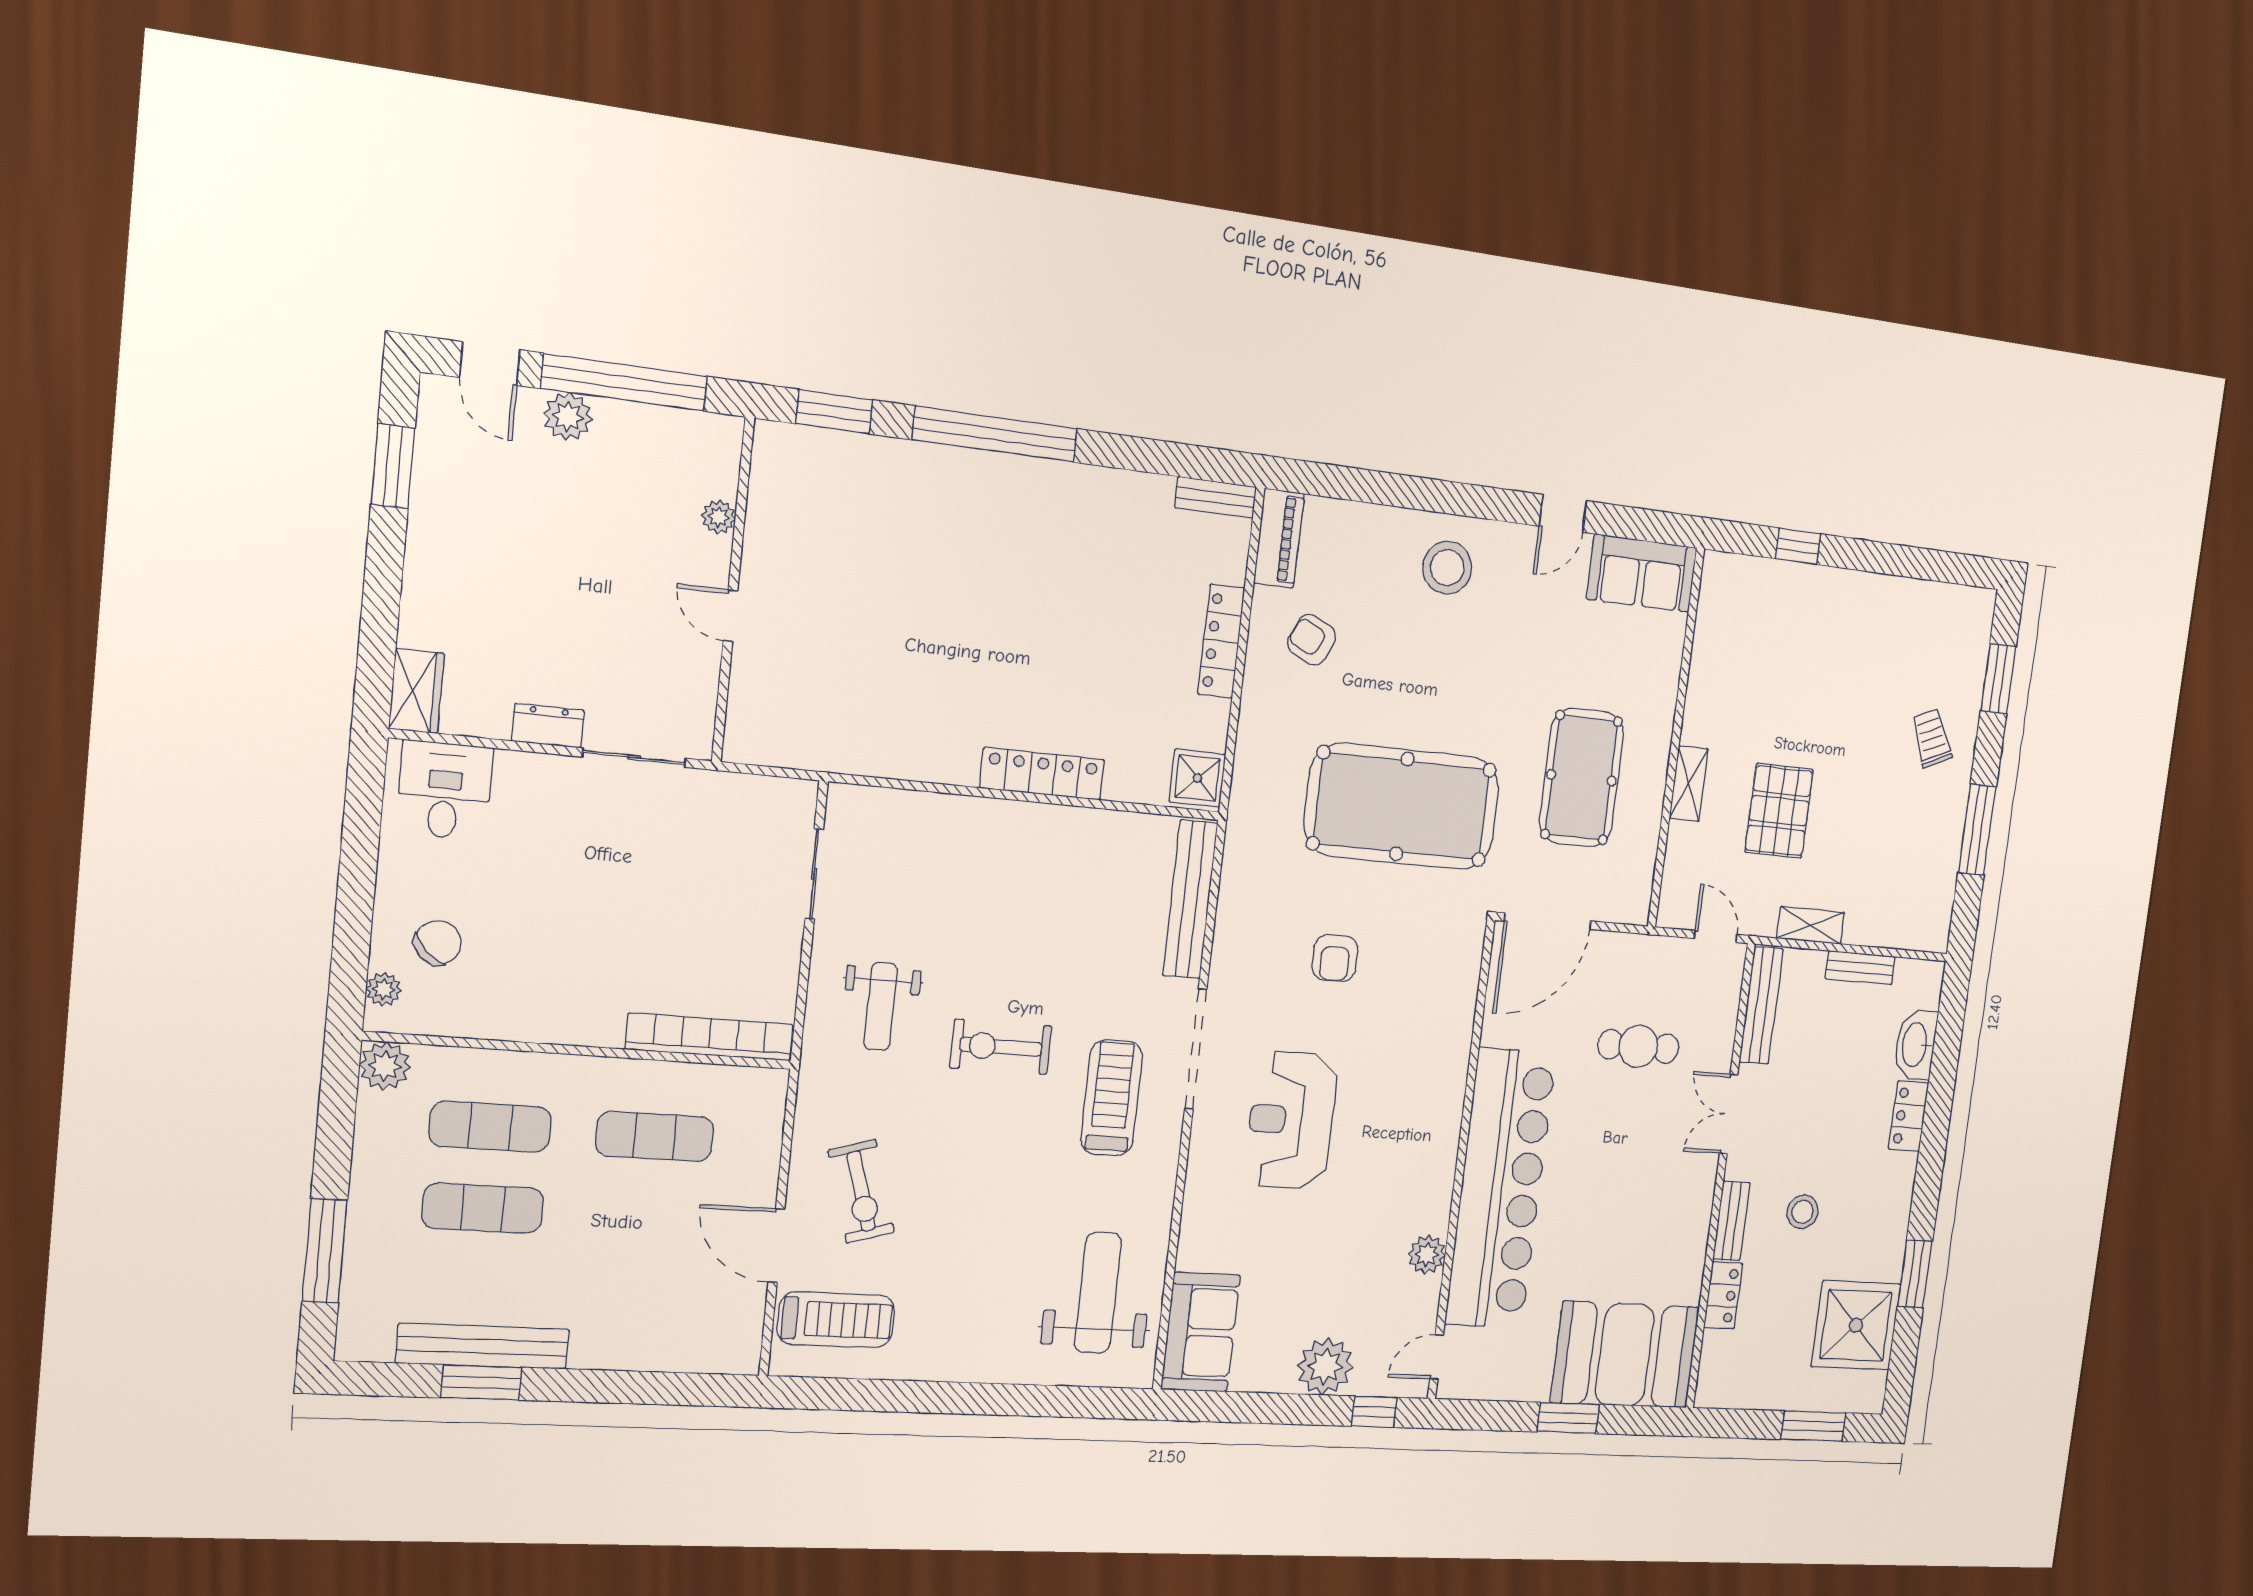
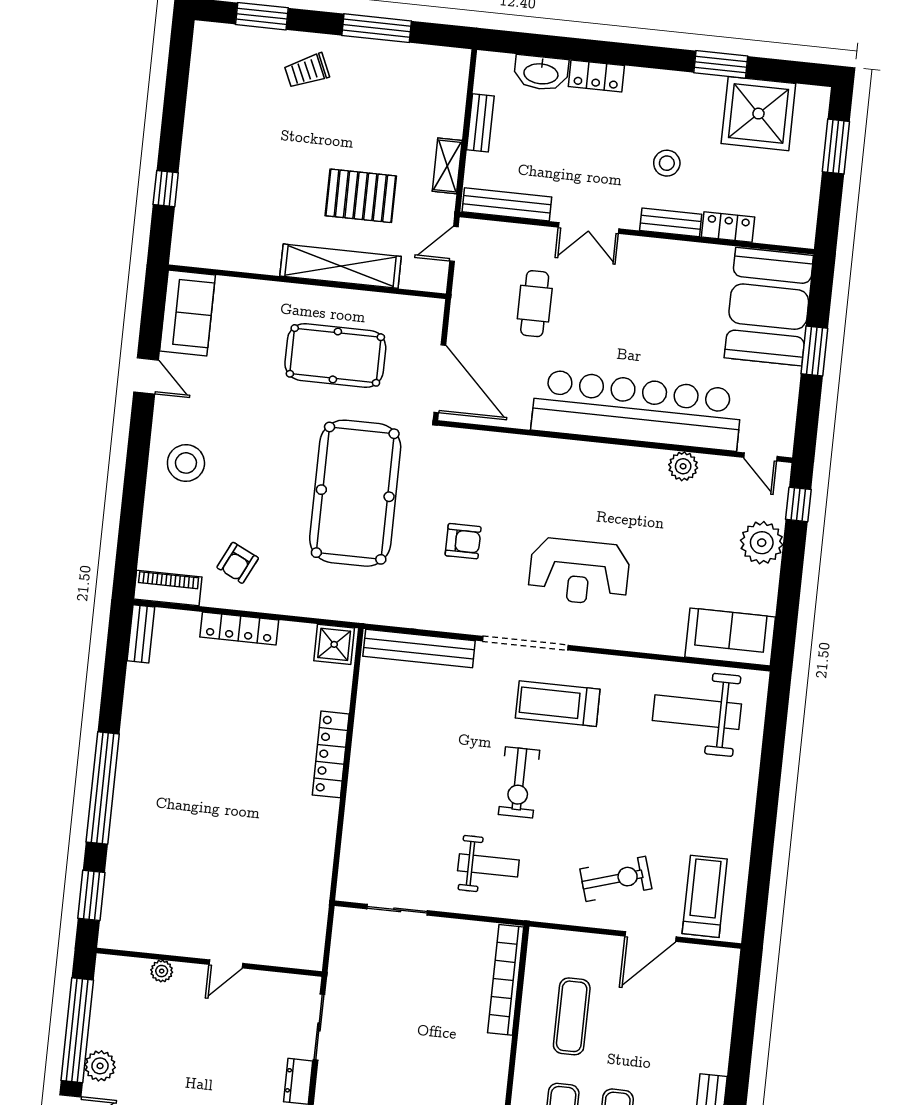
shelving: (1689, 784) -> (341, 266), width x2.20, depth x1.33

